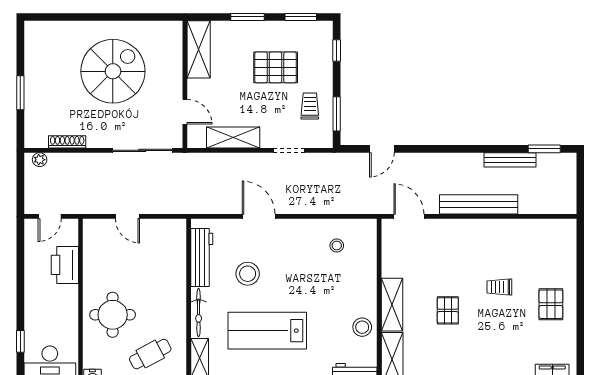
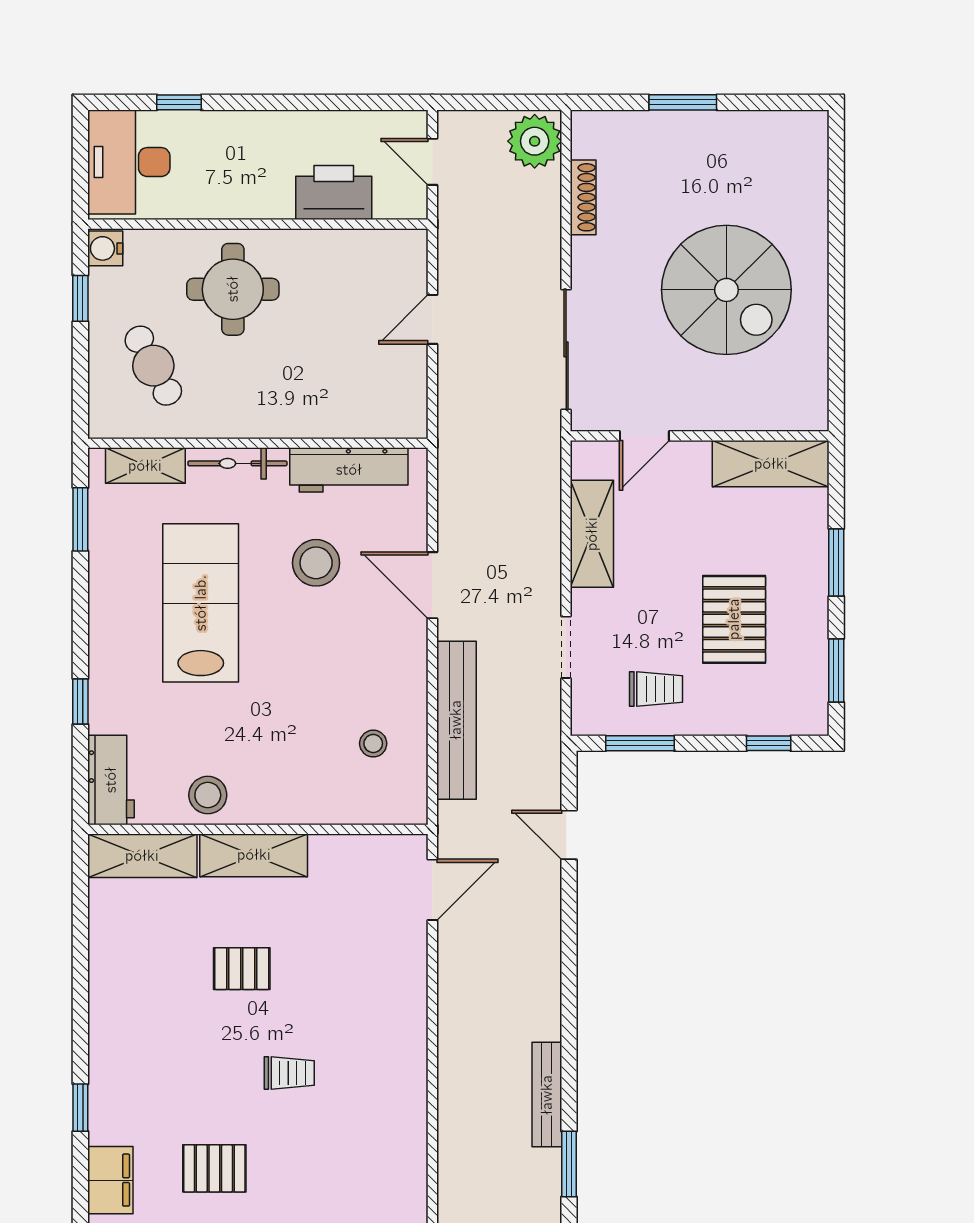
plant: (40, 160) -> (535, 141), width x1.87, depth x1.87
bench: (479, 204) -> (456, 720), moved
door: (259, 216) -> (432, 585), swing flipped
trolley: (499, 287) -> (289, 1073), turned 90
pallet: (551, 304) -> (214, 1168), moved

